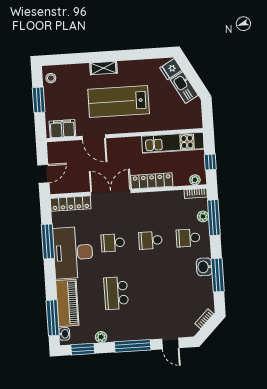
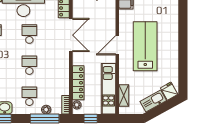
shelving: (103, 68) -> (124, 95), moved
door: (94, 137) -> (117, 45), moved
locker: (152, 181) -> (78, 83), moved

